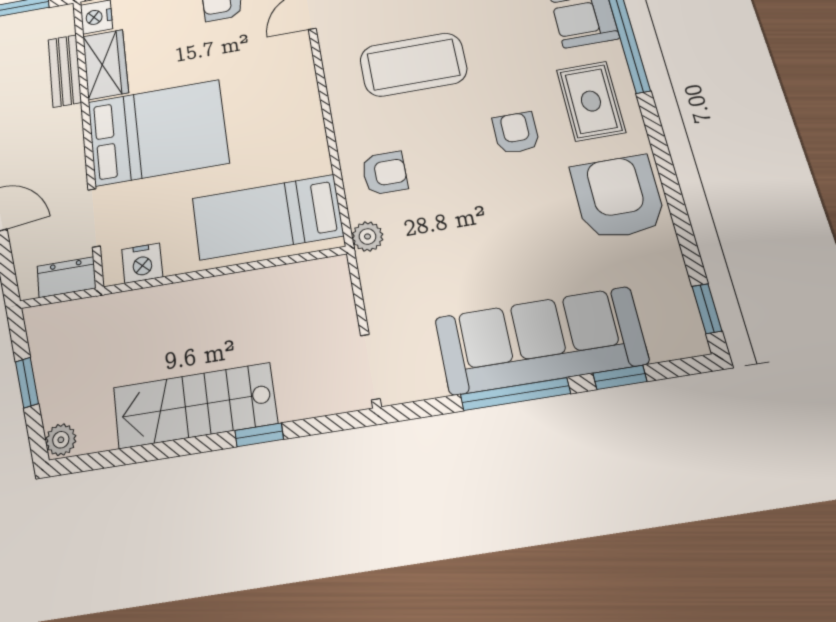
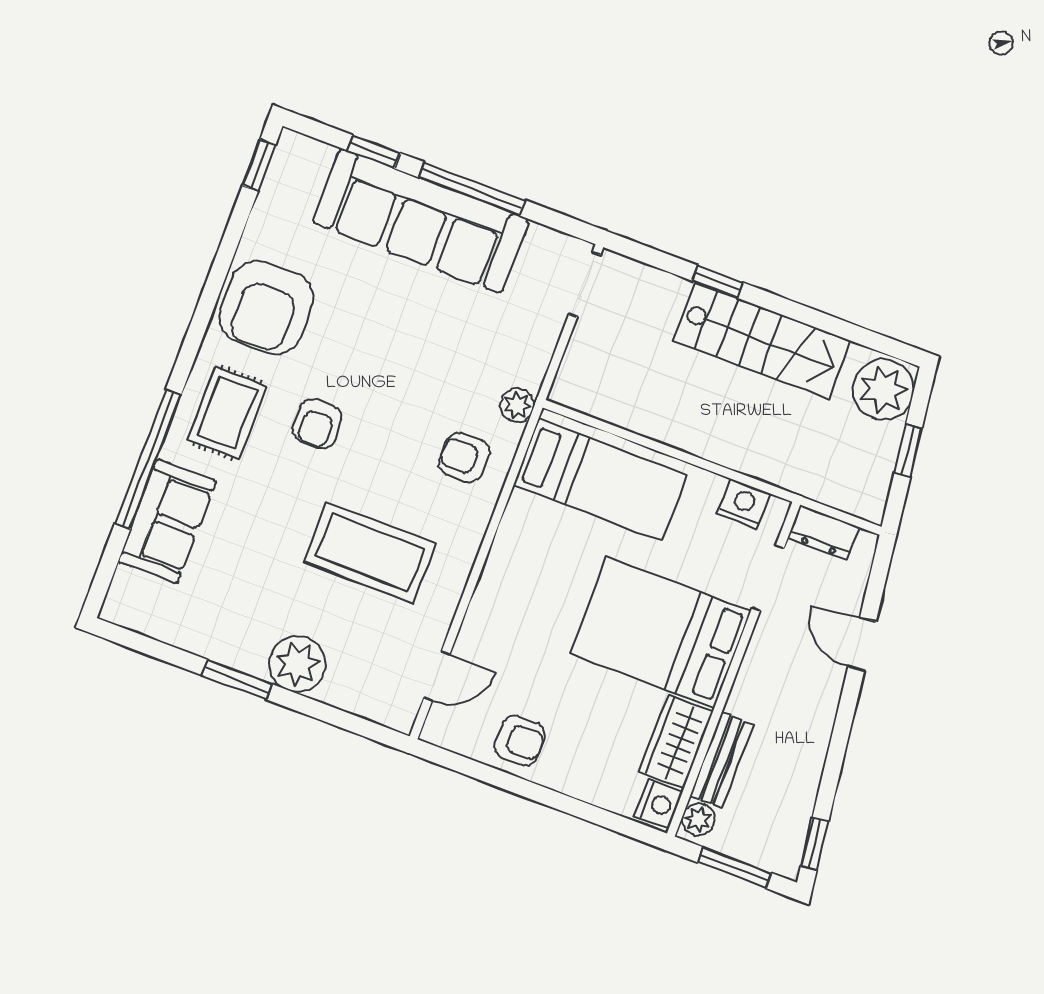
plant: (62, 23) -> (698, 819), added
plant: (61, 440) -> (883, 390), width x1.88, depth x1.88

